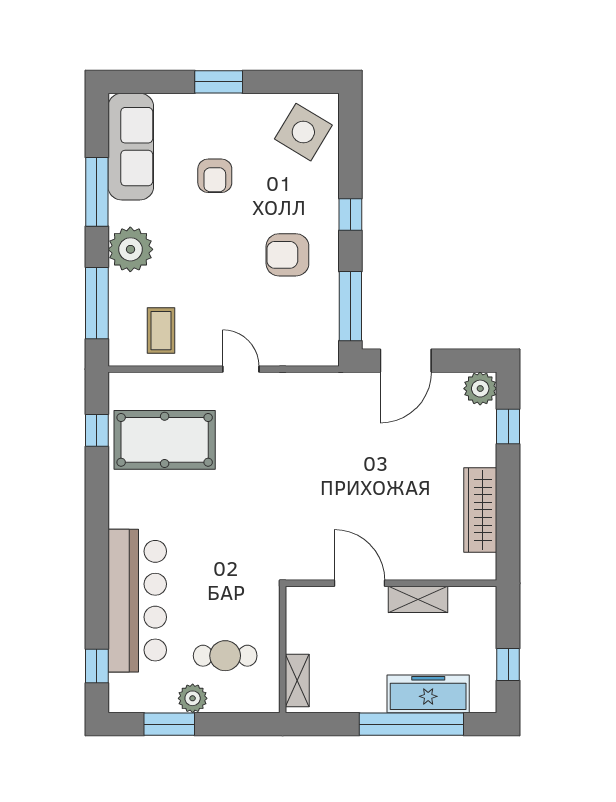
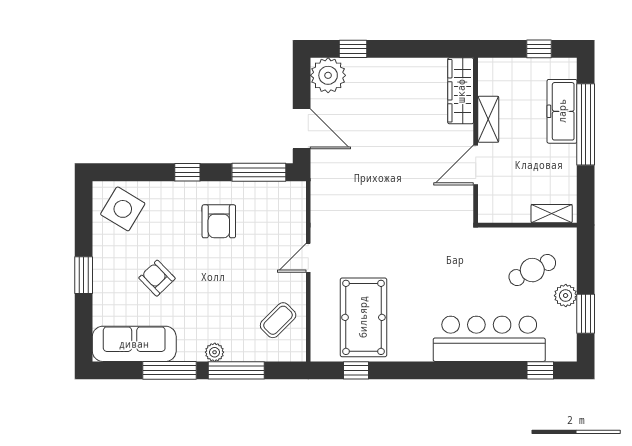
armchair: (215, 176) -> (157, 278), turned -134
plant: (130, 249) -> (215, 352), width x0.53, depth x0.53
window: (97, 303) -> (236, 370), moved
coffee table: (161, 331) -> (278, 320), turned -45
plant: (480, 389) -> (328, 75), width x1.36, depth x1.36
wardrobe: (480, 510) -> (461, 91), moved, turned 90
cafe table: (225, 656) -> (532, 270), turned 64

